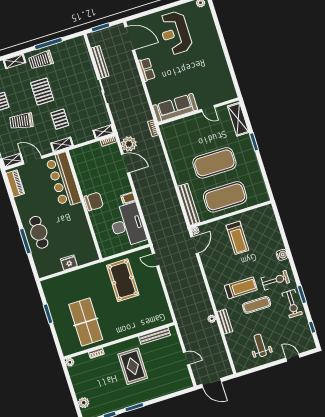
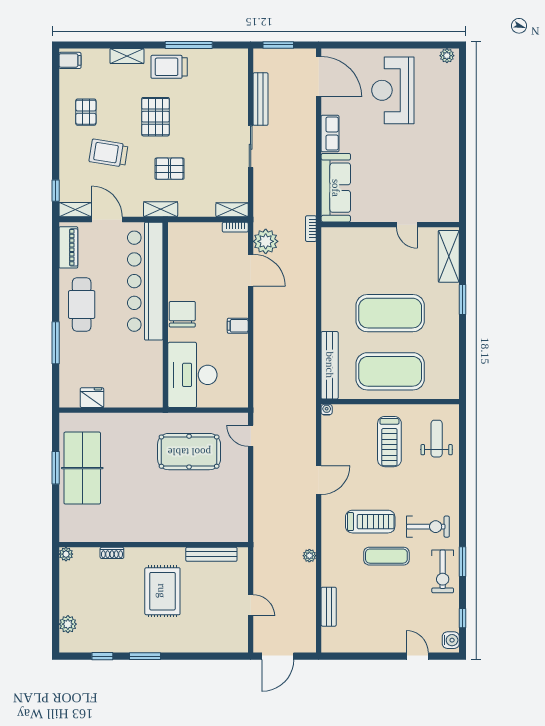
sofa: (175, 108) -> (336, 188), moved, turned 90
pallet: (60, 119) -> (170, 169), turned 90
bar counter: (63, 180) -> (145, 281), width x1.36
chair: (94, 201) -> (182, 314), turned -90
desk: (127, 225) -> (192, 375), moved, turned 180
cafe table: (39, 232) -> (82, 305), moved
door: (195, 245) -> (319, 480), moved
water cooler: (282, 255) -> (451, 640), moved
fridge: (69, 263) -> (92, 398), moved
pool table: (123, 280) -> (189, 452), turned 90
table tennis table: (86, 322) -> (82, 468), moved
bench: (225, 322) -> (329, 607), moved
weight bench: (260, 345) -> (437, 439), moved
door: (212, 383) -> (278, 656), hinge flipped

